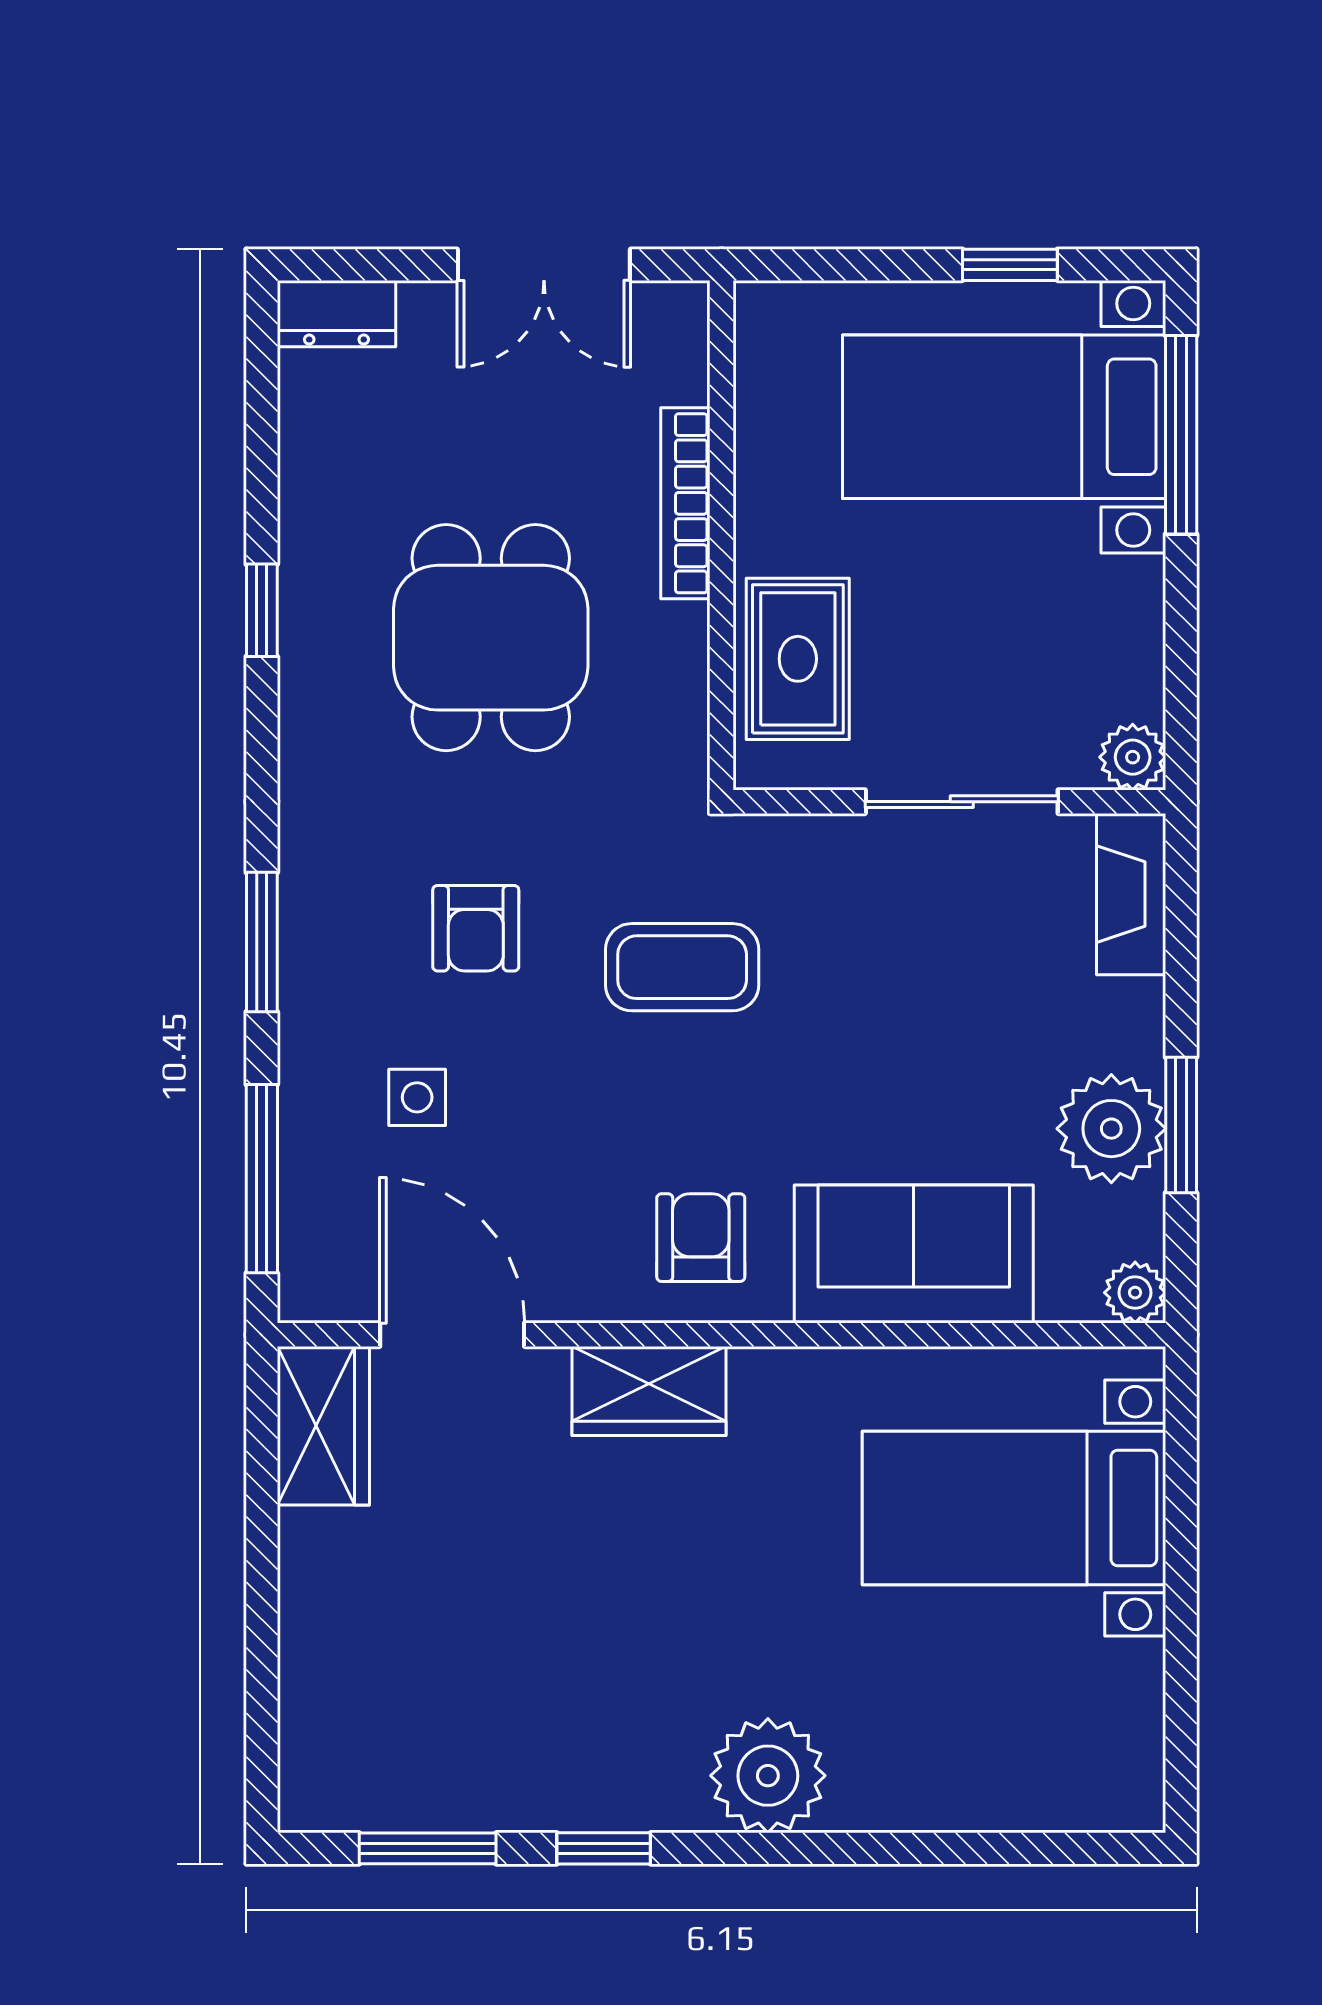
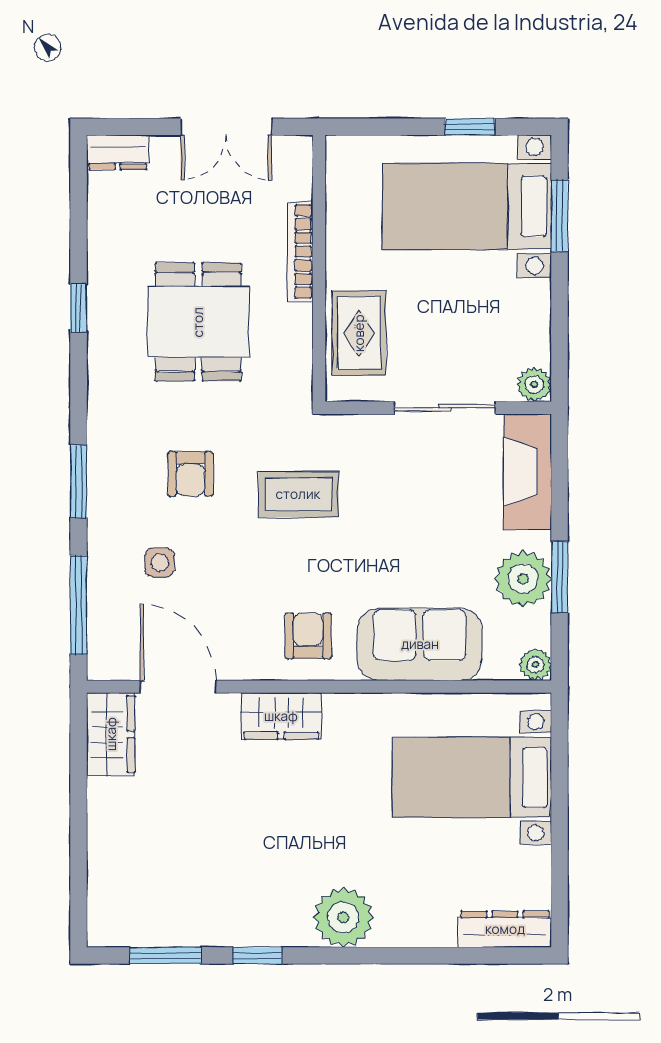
window: (1181, 435) -> (560, 216), width x0.69
fireplace: (1131, 894) -> (528, 472), width x1.37, depth x1.32
dresser: (1077, 1798) -> (505, 929), added

